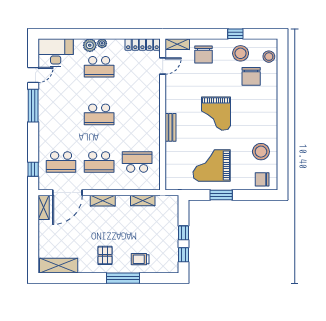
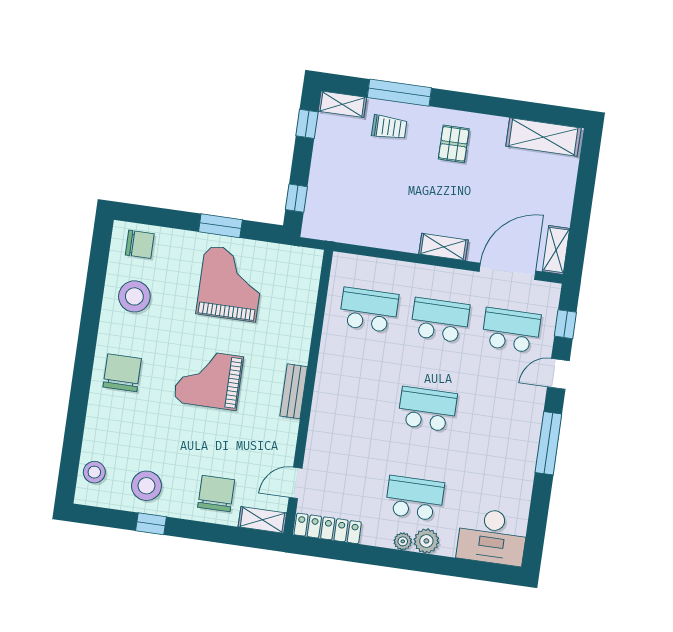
door: (33, 75) -> (558, 374), moved
chair: (251, 76) -> (122, 373), moved
grand piano: (216, 114) -> (208, 379), turned -90
bench: (170, 127) -> (294, 391), moved
school desk: (137, 162) -> (369, 310), turned 180
grand piano: (212, 166) -> (230, 284), turned -90
shelving: (143, 201) -> (342, 104), moved
window: (183, 233) -> (296, 198), moved
window: (123, 278) -> (399, 93), moved

